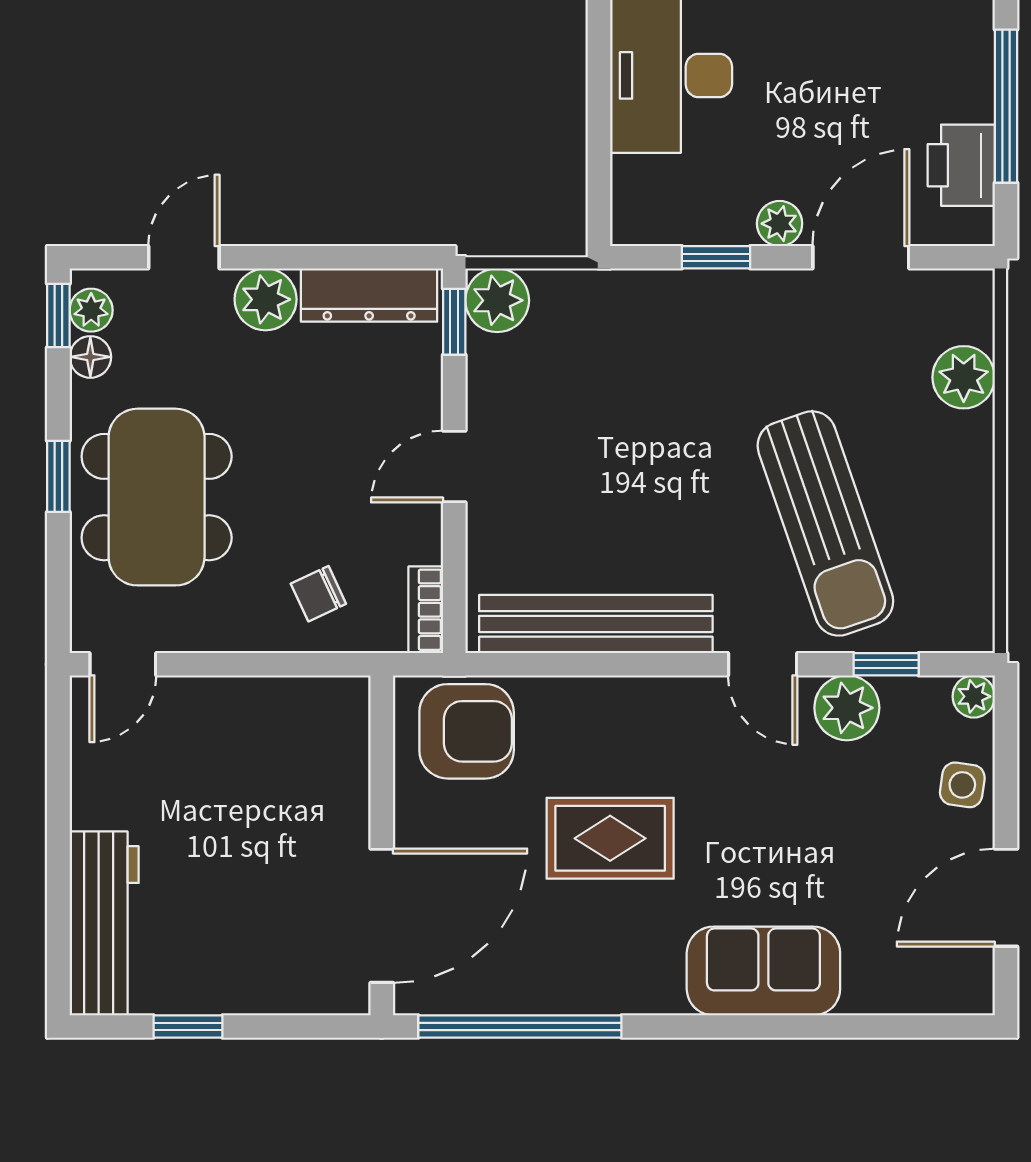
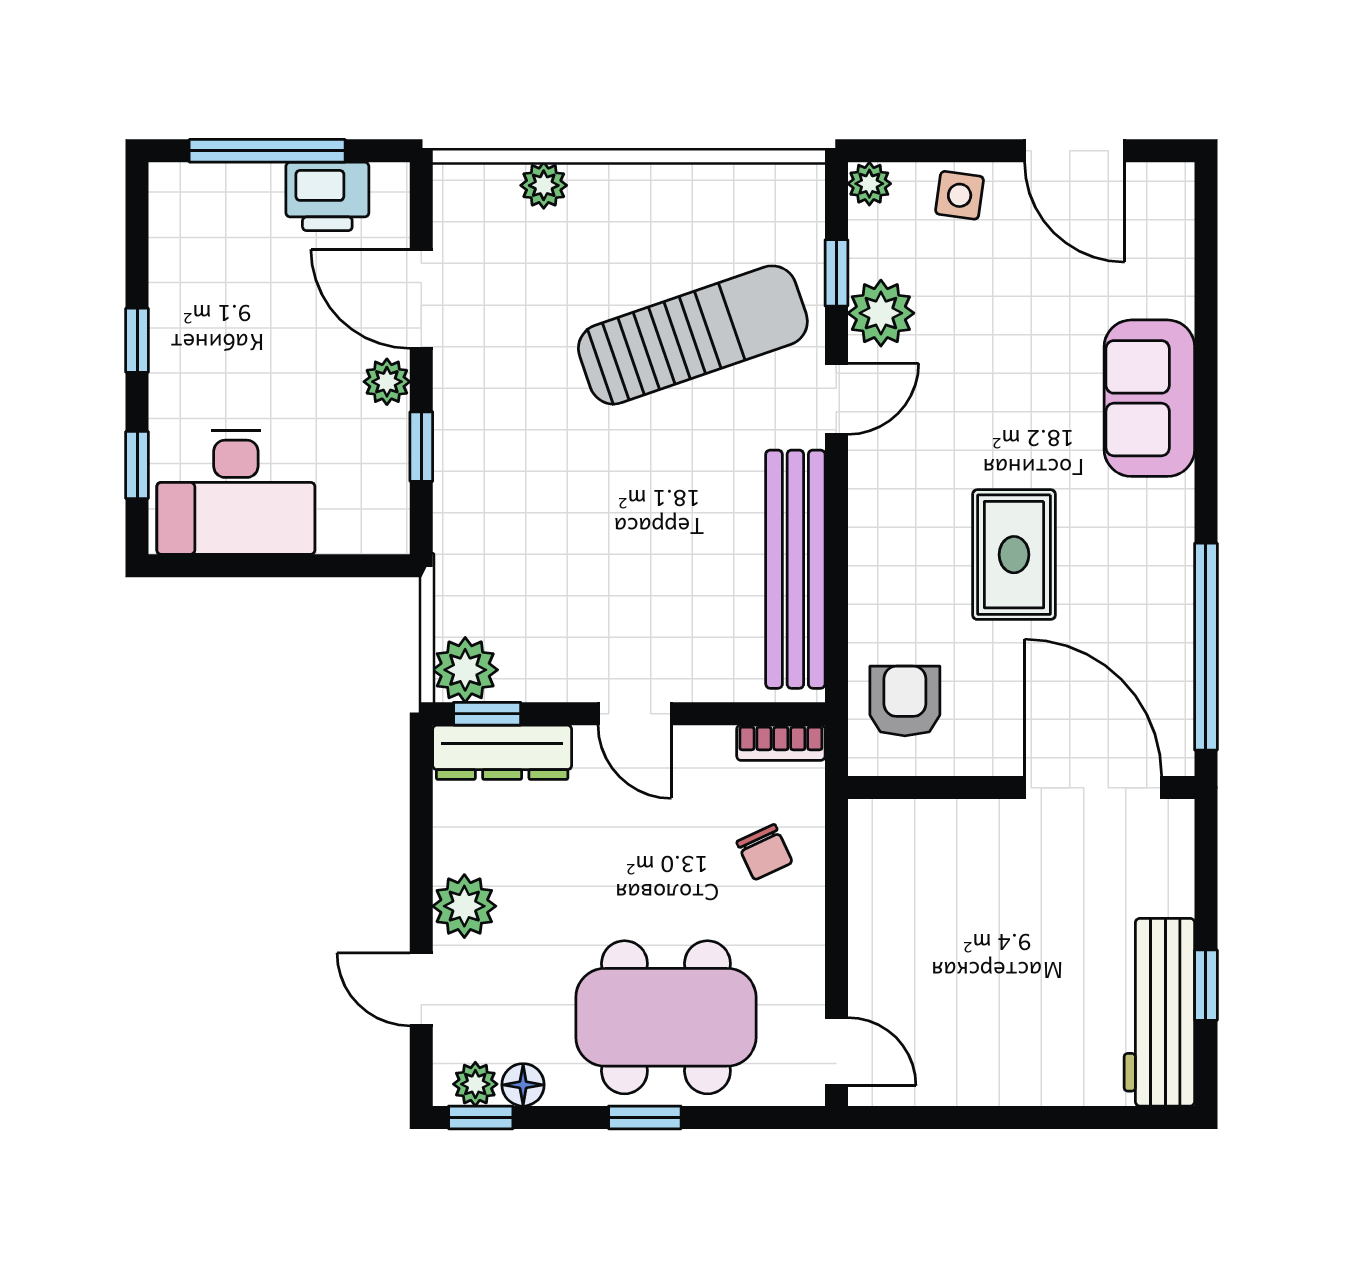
dresser: (369, 295) -> (502, 752), moved, turned 90
plant: (964, 377) -> (544, 185), width x0.73, depth x0.73
armchair: (467, 731) -> (905, 701), width x0.72, depth x0.72
workbench: (104, 923) -> (1159, 1012), moved, turned -90

